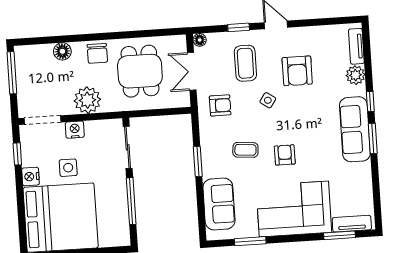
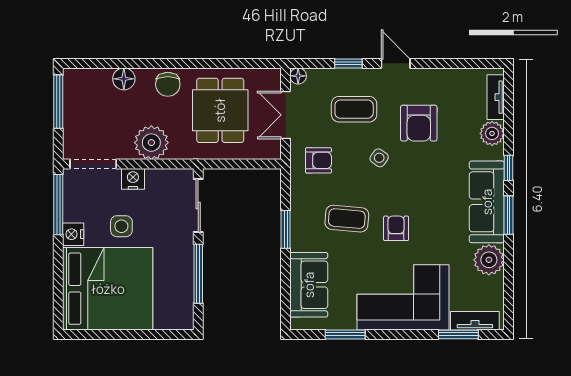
coffee table: (245, 63) -> (354, 109), turned 90
coffee table: (245, 150) -> (347, 219), width x1.36, depth x1.30
window: (17, 154) -> (58, 205), width x2.17
plant: (360, 175) -> (489, 260), added

